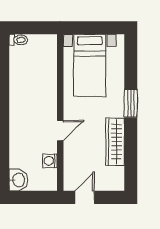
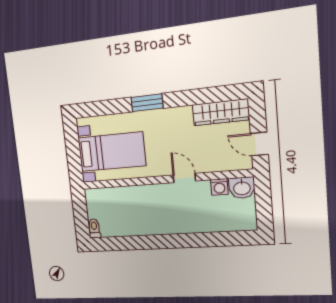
wardrobe: (115, 142) -> (221, 112), moved
washbasin: (18, 180) -> (242, 188), moved, turned 180

